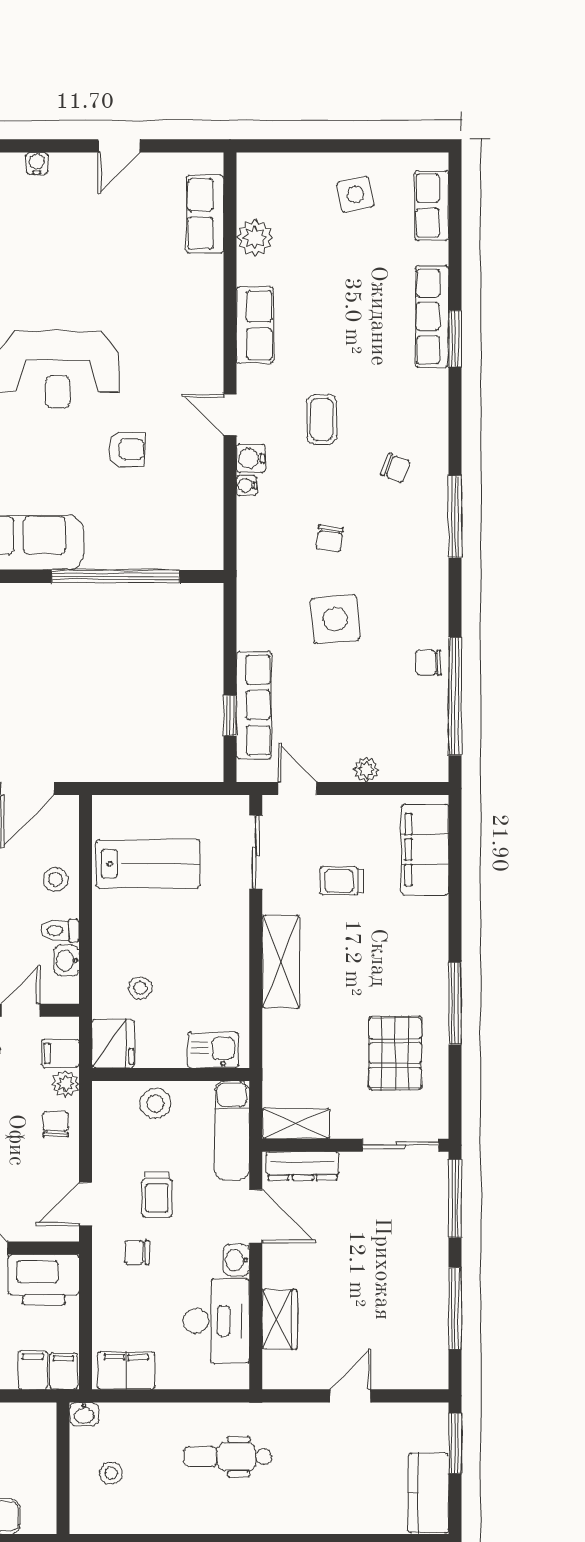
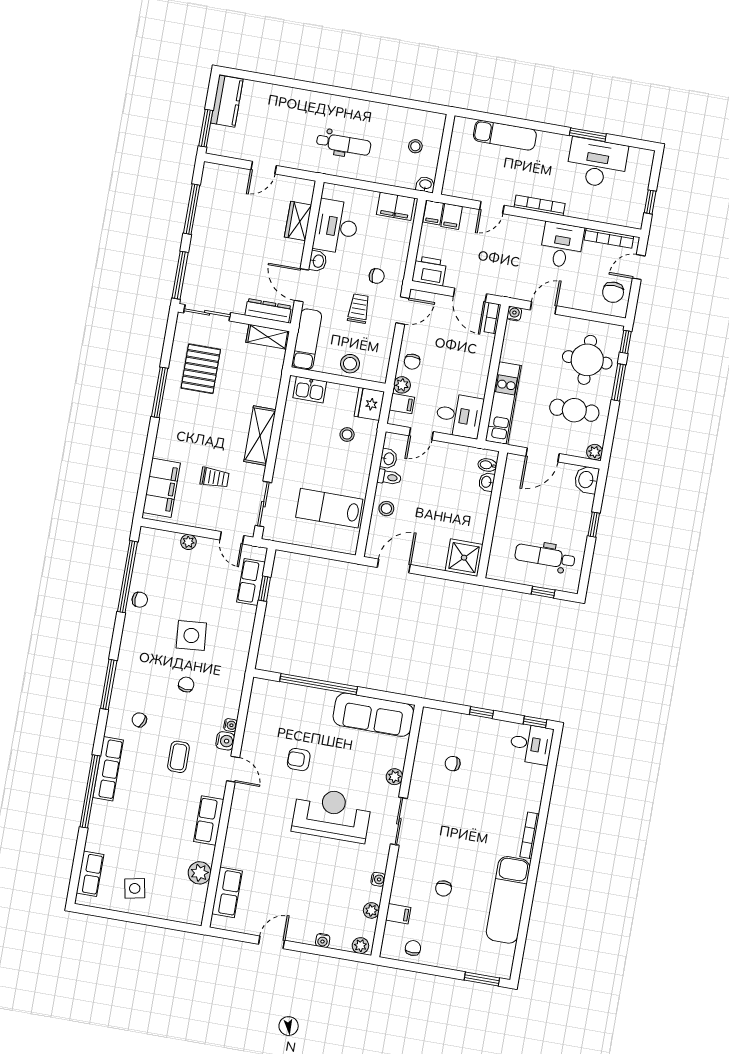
row of seats: (432, 316) -> (108, 769), moved
window: (455, 339) -> (90, 791), width x2.11
row of seats: (254, 705) -> (251, 582), width x0.68
printer: (44, 1280) -> (429, 271), width x0.73, depth x0.84

